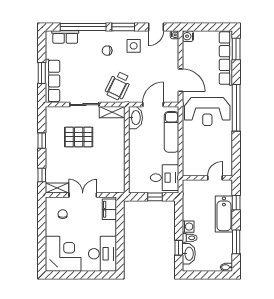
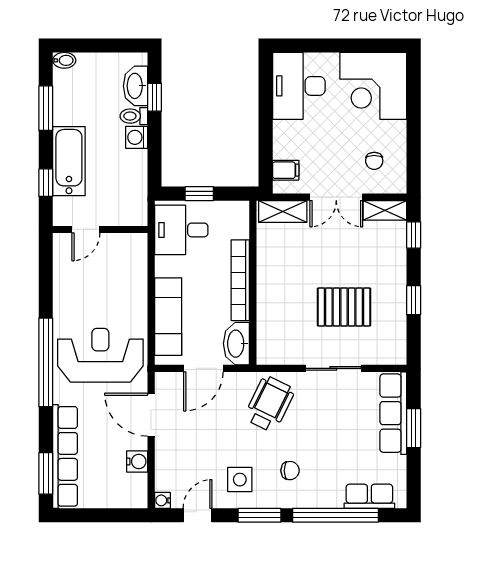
water cooler: (188, 36) -> (137, 461), moved
shelving: (112, 112) -> (283, 211), moved
bookcase: (133, 151) -> (240, 280), added
filing cabinet: (109, 209) -> (286, 170), width x0.50

